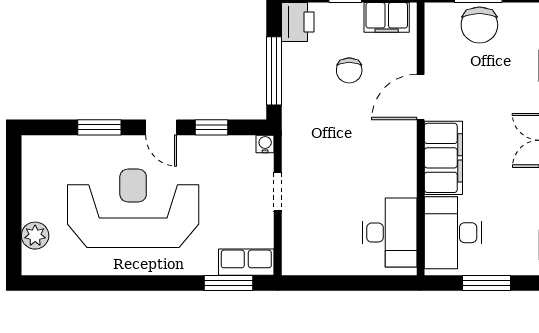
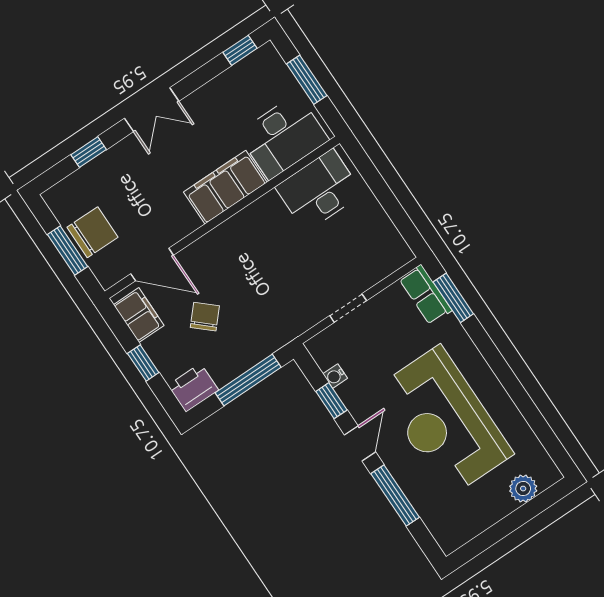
chair: (349, 70) -> (205, 317), turned -48
door: (421, 97) -> (152, 264), moved
window: (99, 127) -> (395, 496), width x1.44
water cooler: (265, 144) -> (335, 376), moved

